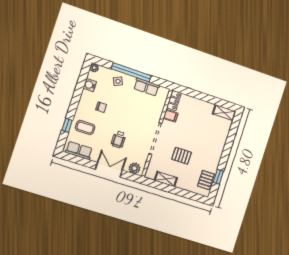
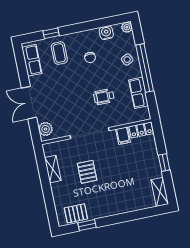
window: (206, 98) -> (164, 162), added
wheelchair: (119, 139) -> (104, 97), moved
double door: (109, 170) -> (29, 103), swing flipped

